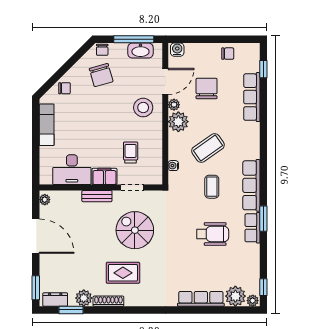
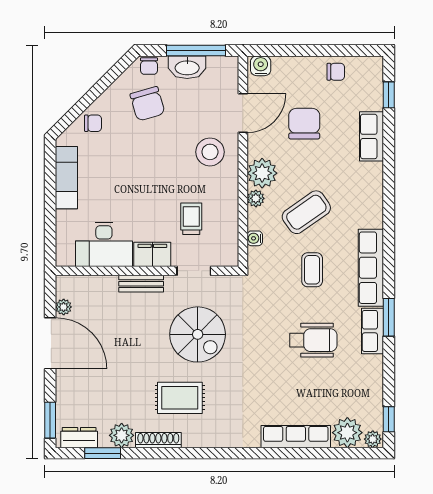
washbasin: (140, 51) -> (187, 67), moved
row of seats: (252, 97) -> (372, 136), width x0.68
plant: (174, 105) -> (256, 198), moved
plant: (45, 200) -> (64, 307), moved
spiral stairs: (135, 230) -> (198, 334), turned 180

